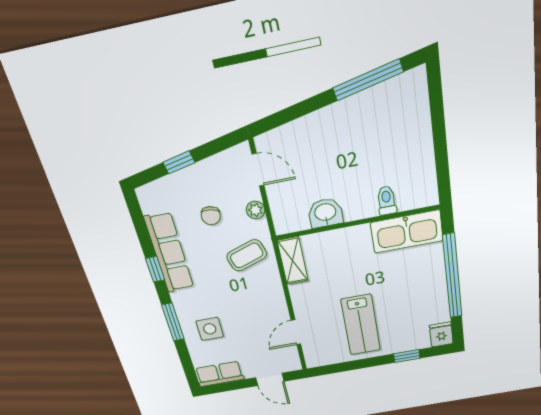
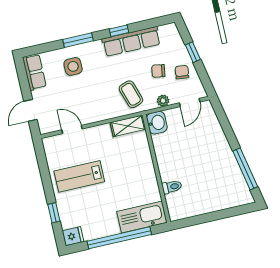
chair: (211, 180) -> (182, 72), added
washbasin: (325, 213) -> (157, 123), moved
kitchen sink: (407, 232) -> (142, 217), moved, turned 90

